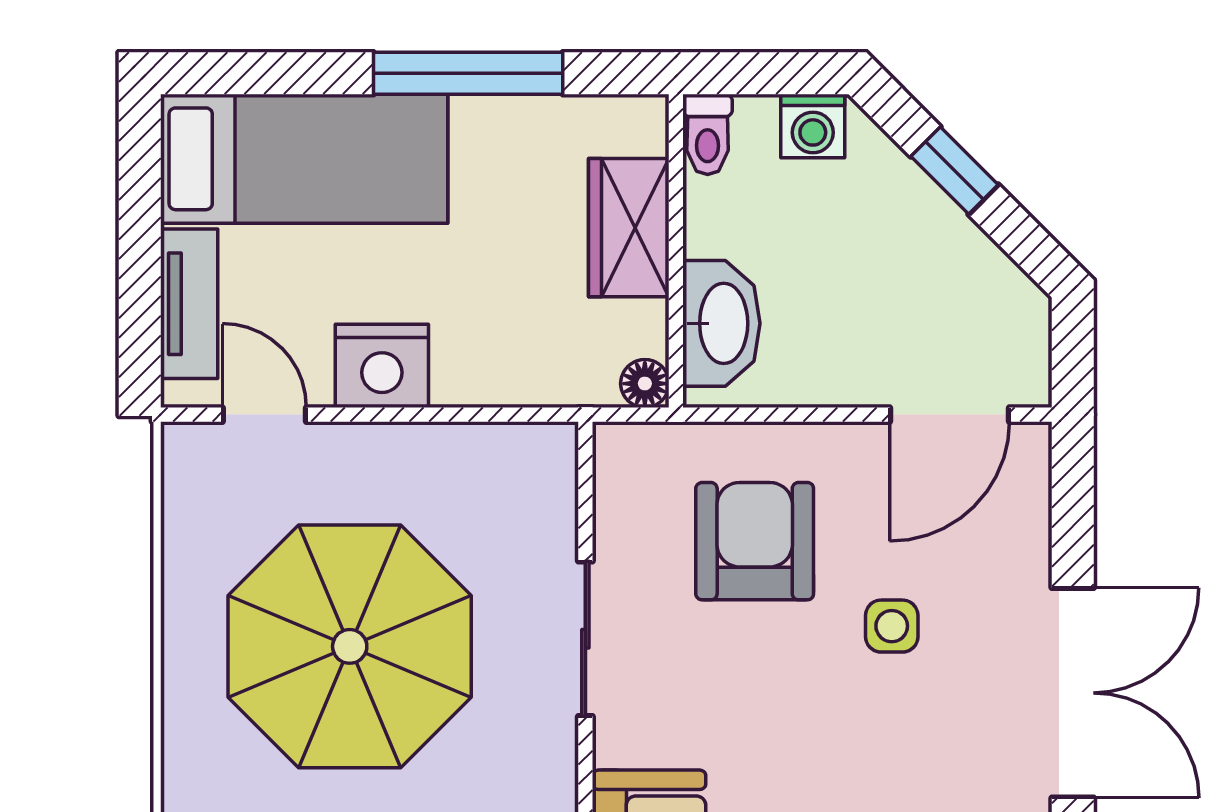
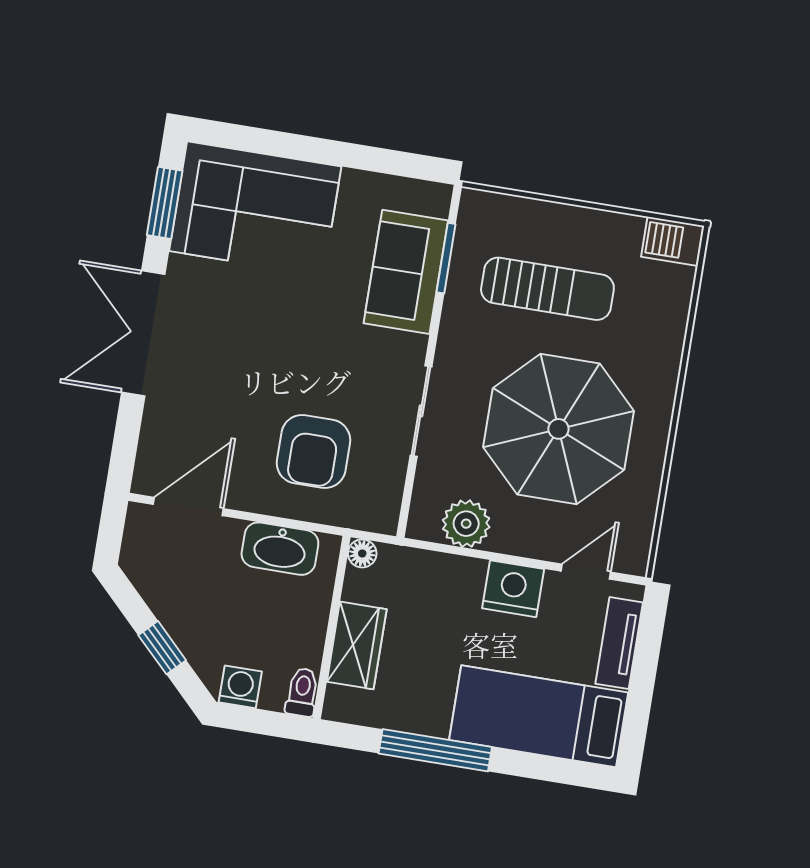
washbasin: (721, 323) -> (280, 549), moved, turned -90
door: (264, 415) -> (586, 572), swing flipped
plant: (479, 462) -> (466, 524), added
side table: (892, 626) -> (242, 389), removed

